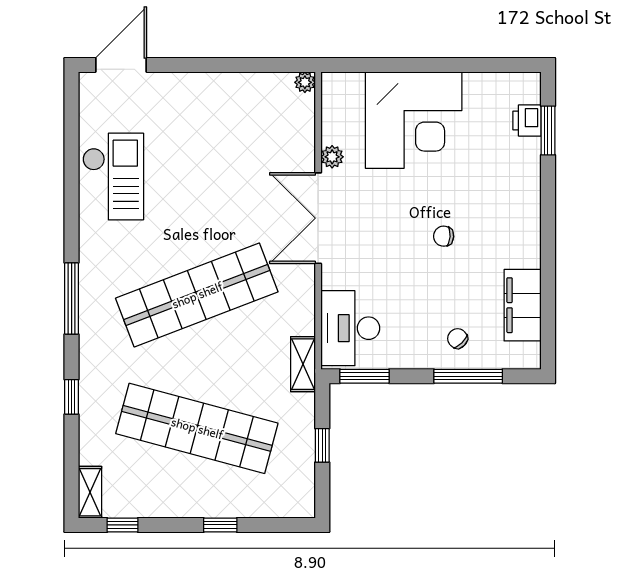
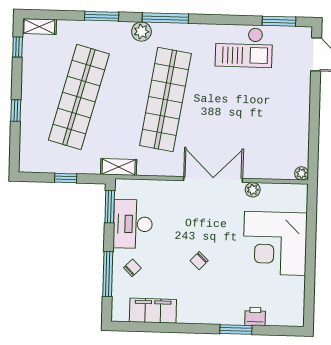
printer: (527, 121) -> (255, 316), moved
window: (72, 123) -> (279, 21), added
window: (548, 131) -> (236, 329), moved
chair: (444, 236) -> (199, 261), turned -141
shop shelf: (197, 295) -> (165, 99), turned 30
desk: (350, 328) -> (133, 224), moved, turned -90
plant: (93, 335) -> (141, 32), added
window: (72, 397) -> (102, 16), width x1.50

